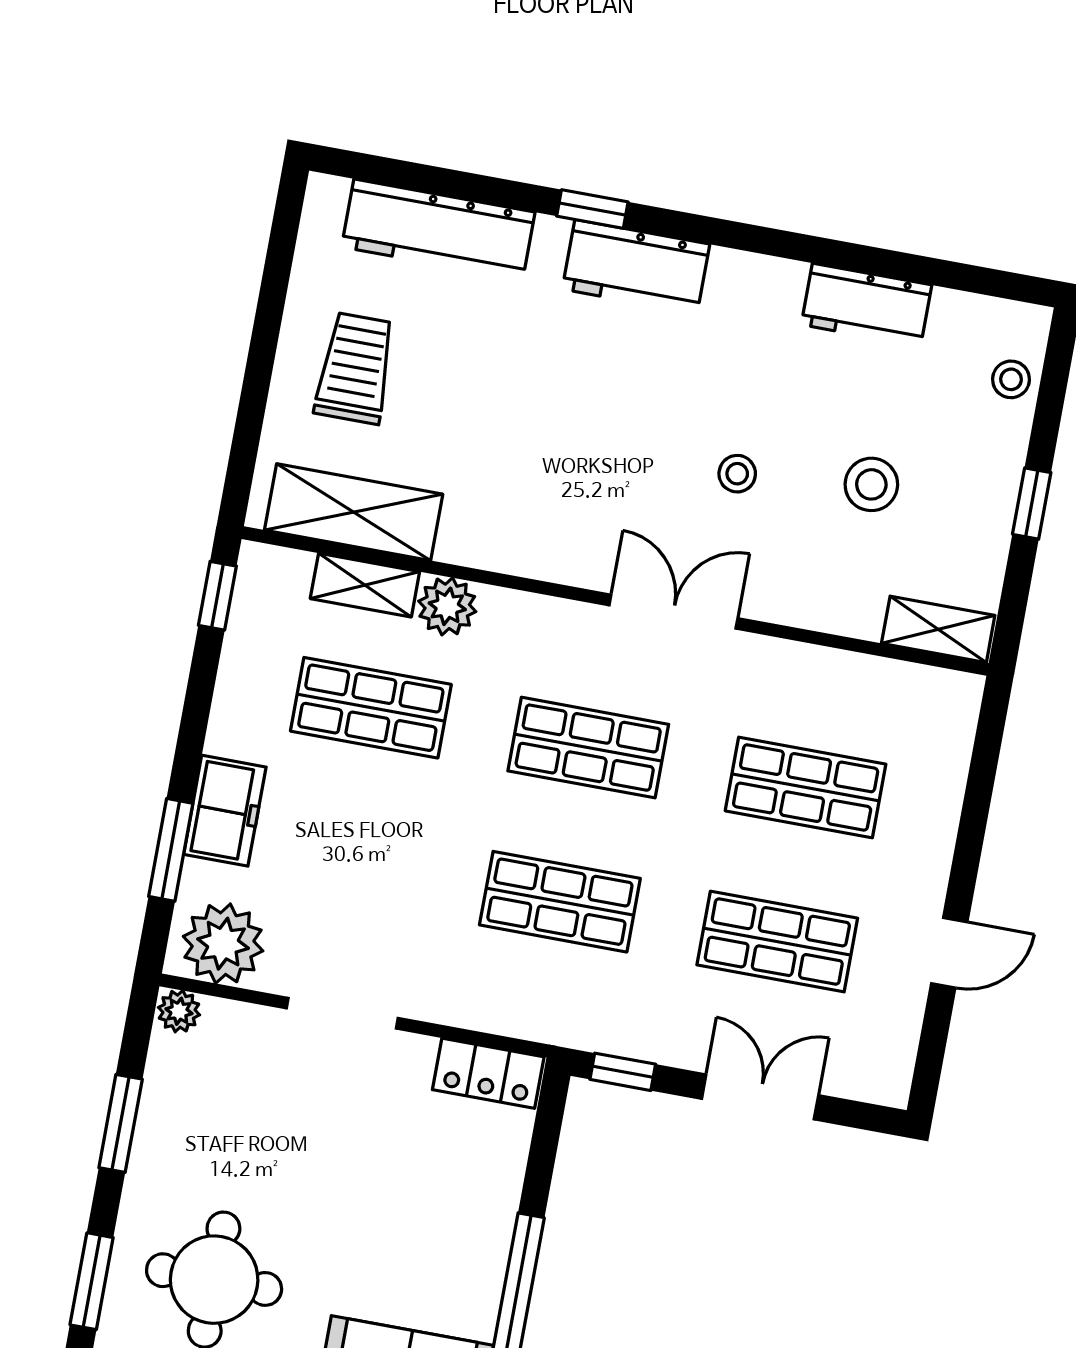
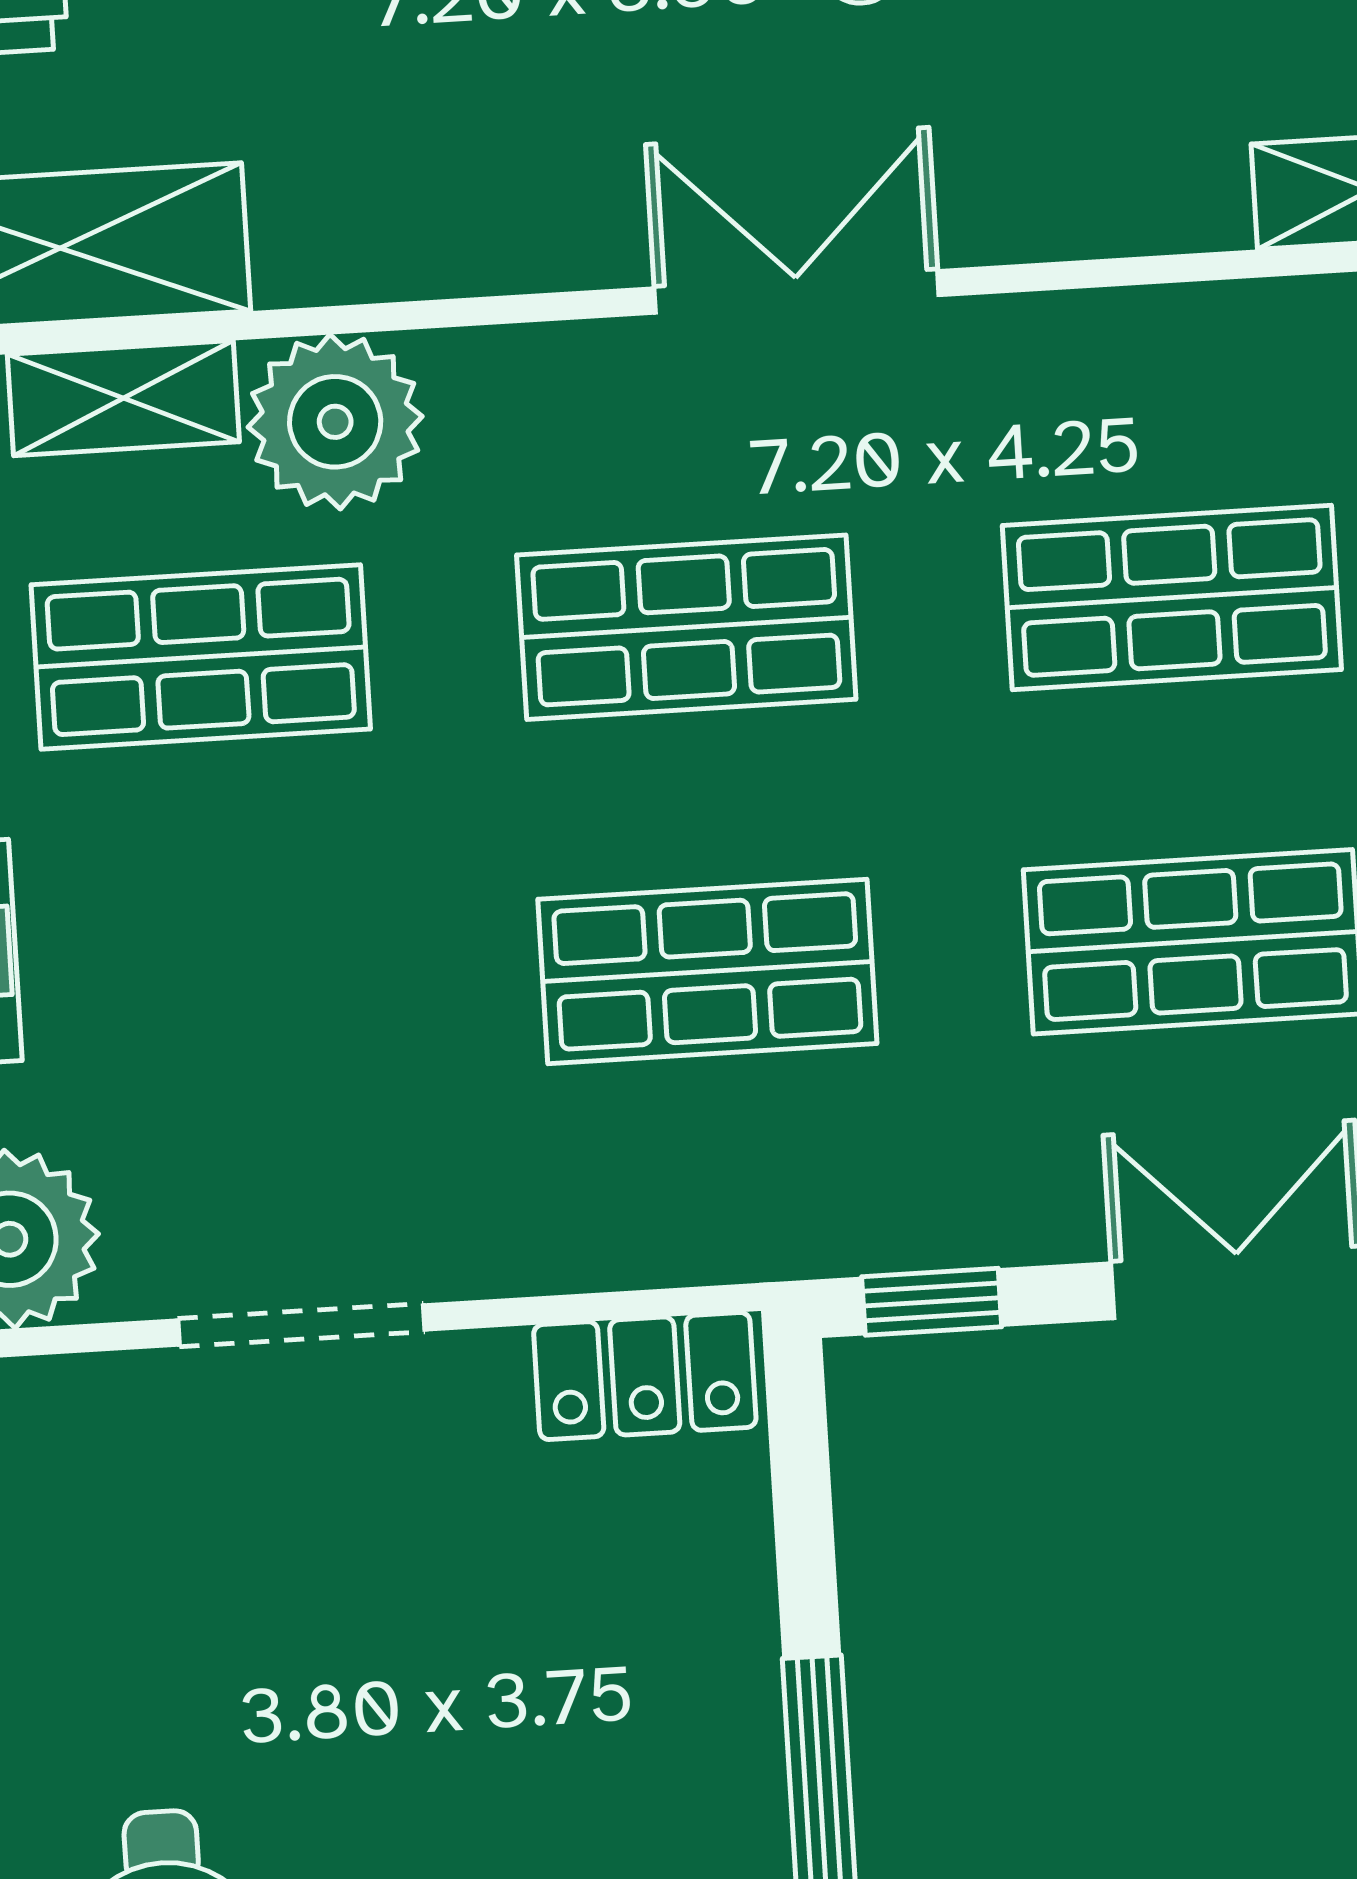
plant: (447, 606) -> (335, 422), width x1.36, depth x1.36

